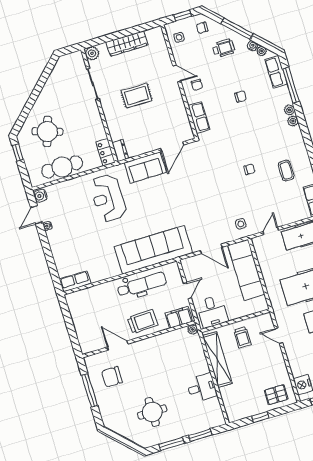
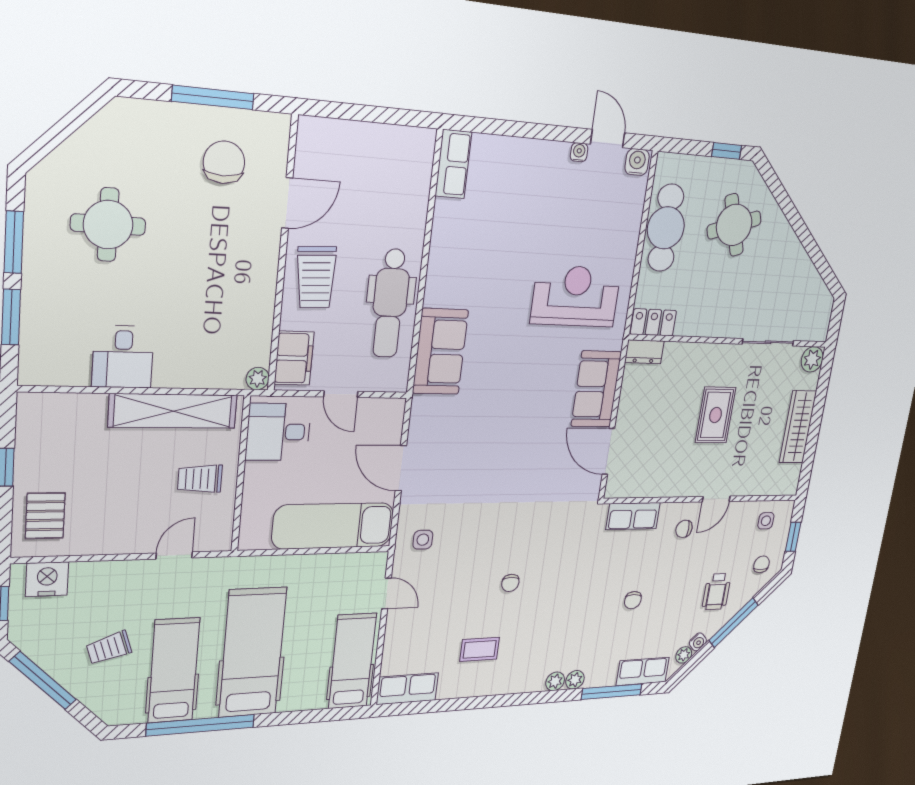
round table: (47, 132) -> (734, 225), turned -36
door: (211, 249) -> (401, 468), hinge flipped
sofa: (153, 250) -> (440, 352), width x0.54, depth x0.79

